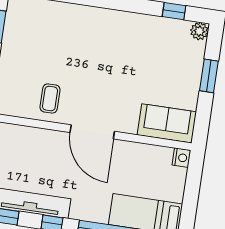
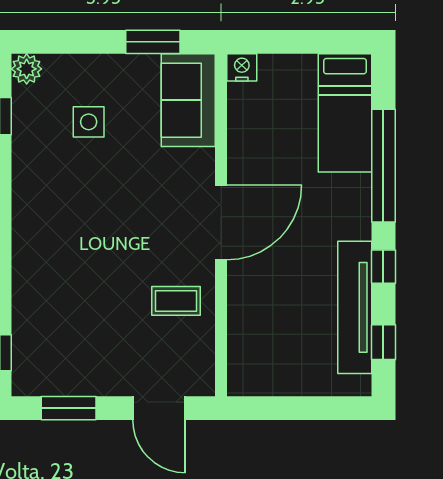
side table: (163, 63) -> (89, 122), added
window: (209, 76) -> (153, 42), moved

